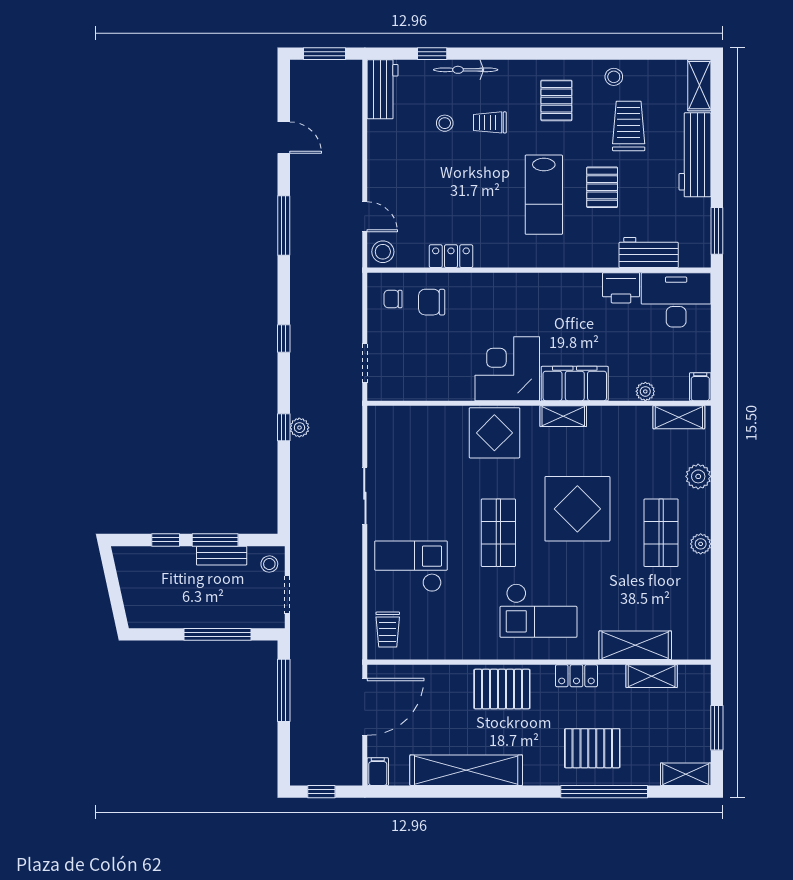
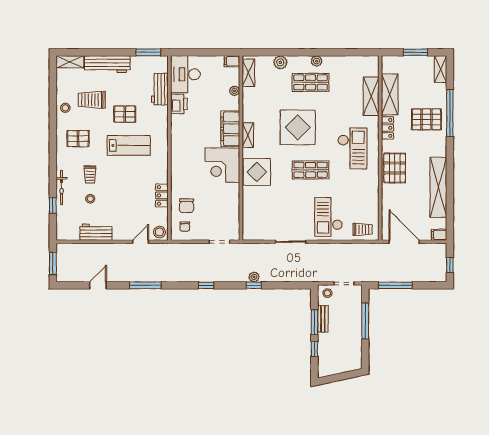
workbench: (383, 89) -> (96, 232), moved
shelving: (652, 676) -> (390, 94), width x1.50, depth x1.33
pallet: (592, 748) -> (426, 119), turned 90

